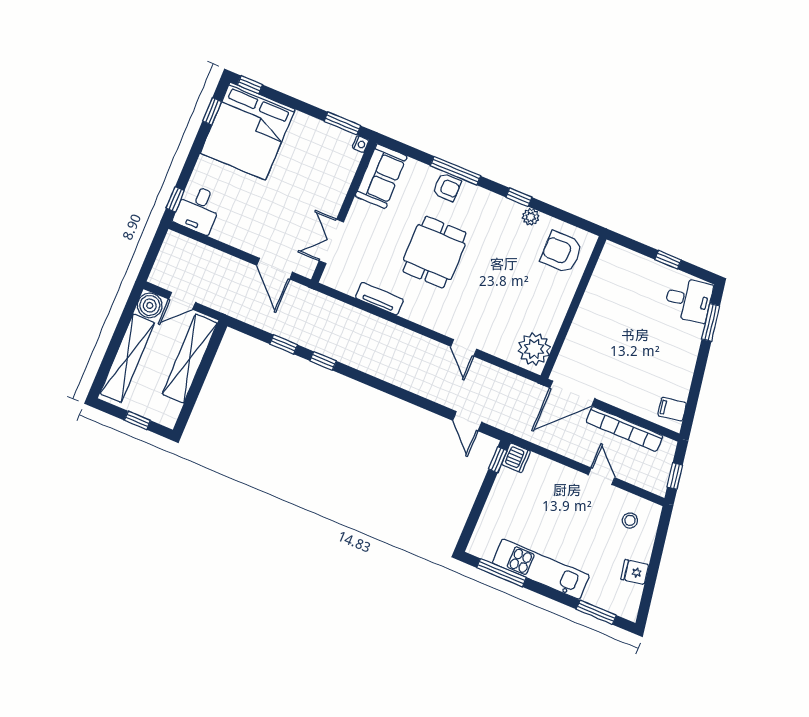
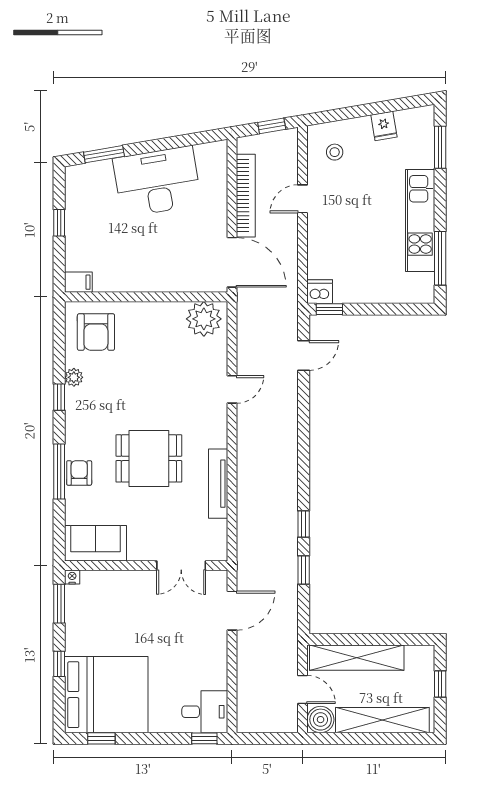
window: (250, 85) -> (59, 664), moved
tv unit: (379, 299) -> (218, 484), width x1.41
desk: (689, 300) -> (157, 182), moved, width x1.87, depth x1.30
filing cabinet: (672, 409) -> (78, 282), moved, turned -80

